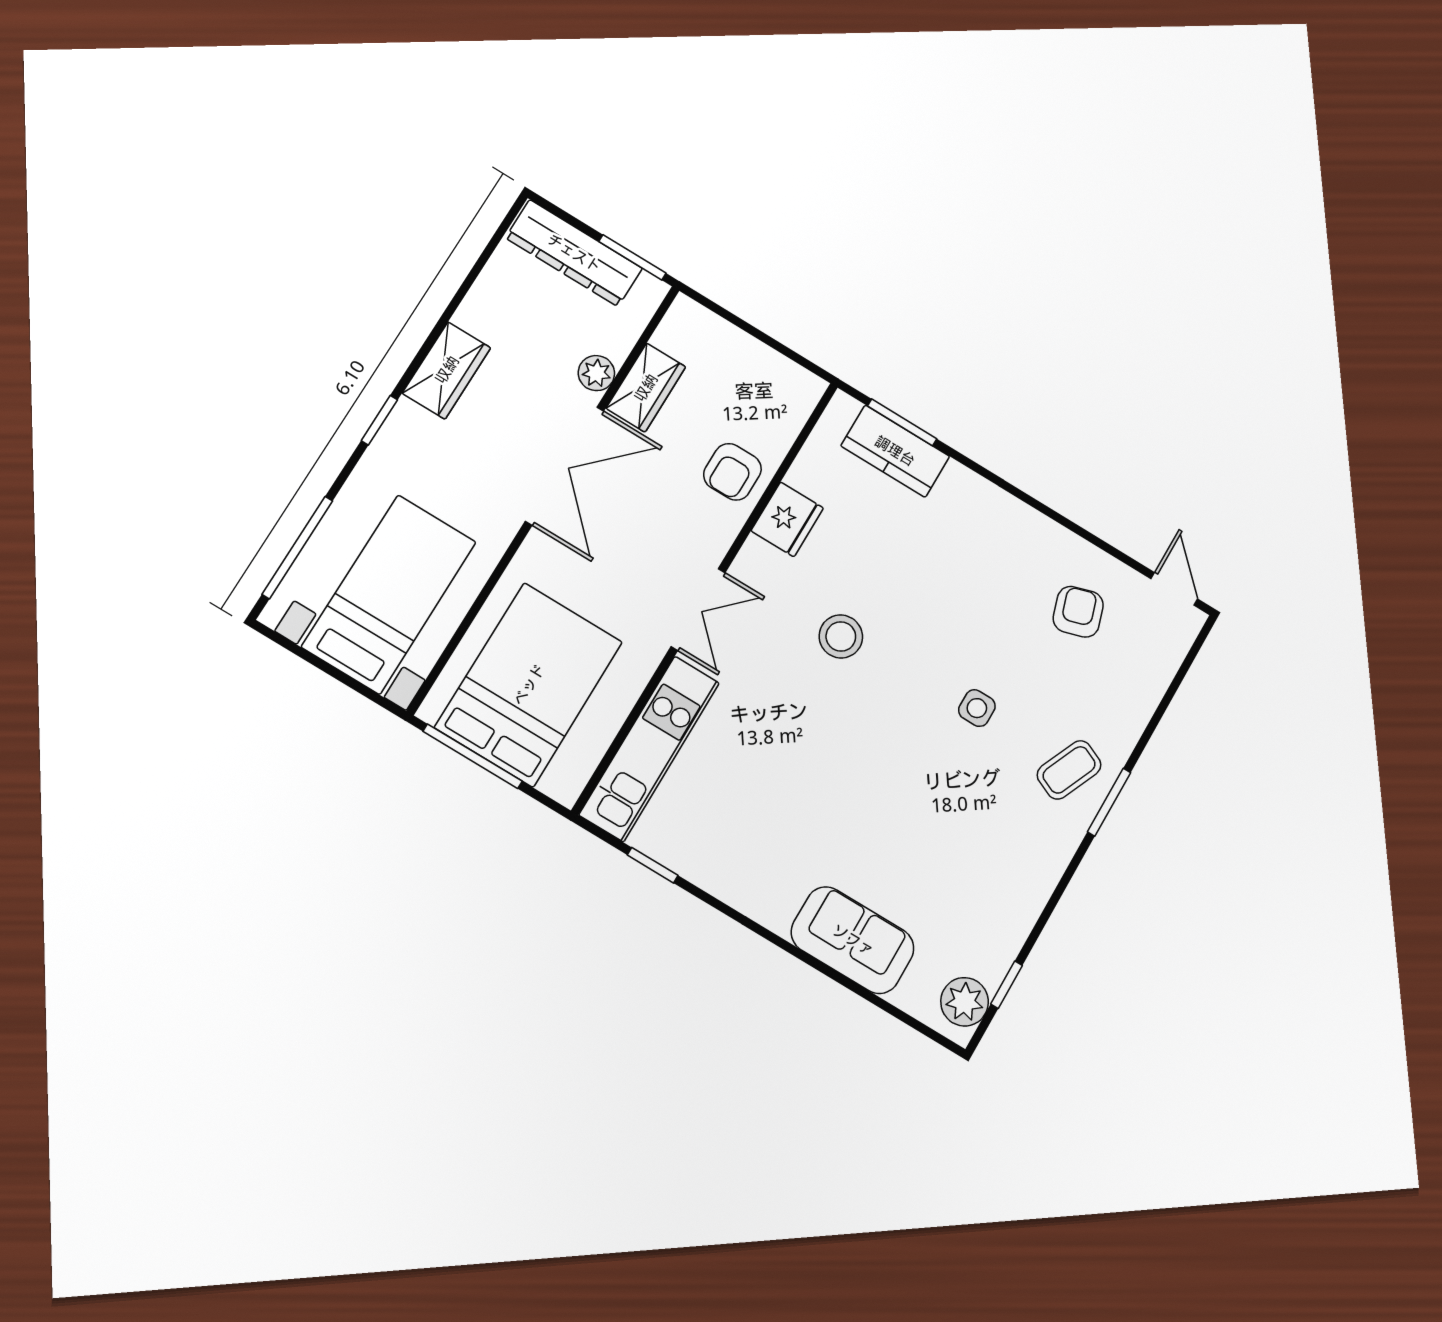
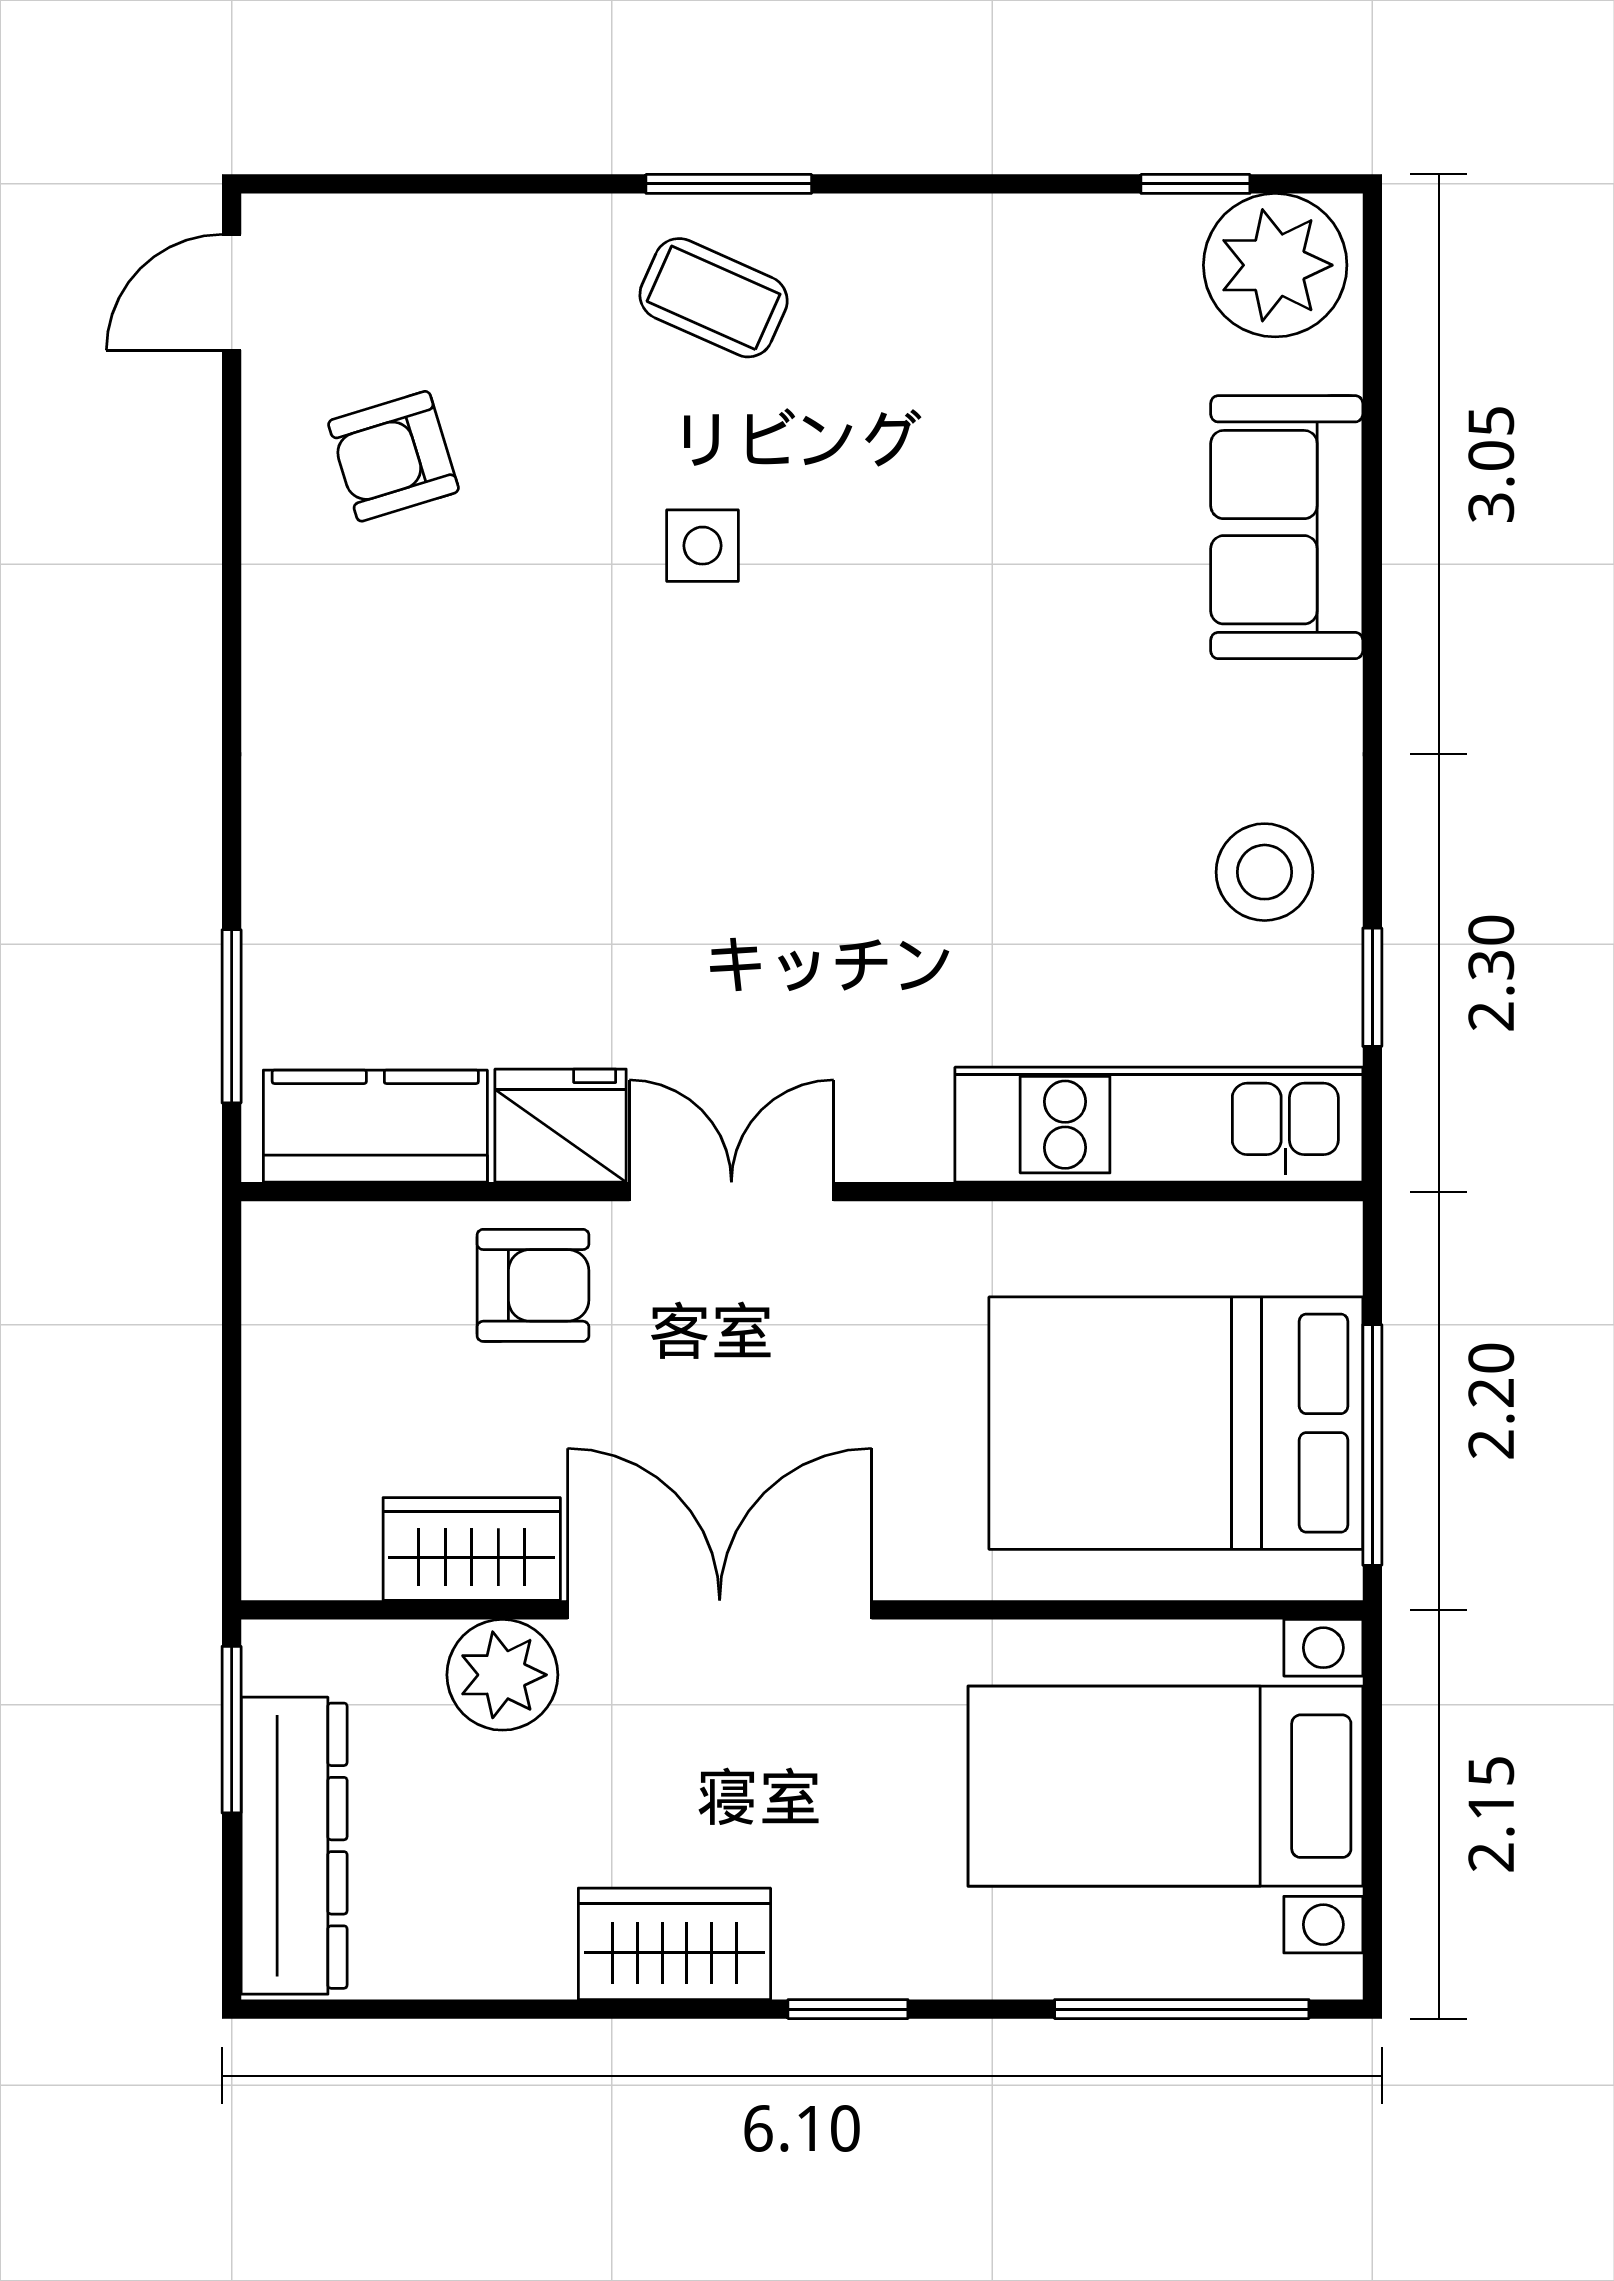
plant: (596, 373) -> (502, 1675), width x1.38, depth x1.38
kitchen counter: (895, 451) -> (375, 1126), moved, turned -90
double door: (698, 609) -> (731, 1192), moved
stool: (841, 636) -> (1265, 872), moved
plant: (965, 1002) -> (1275, 265), width x1.36, depth x1.36

